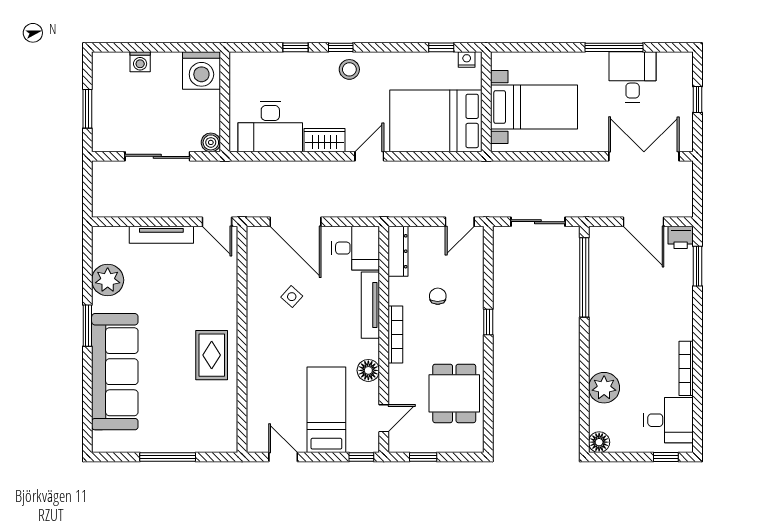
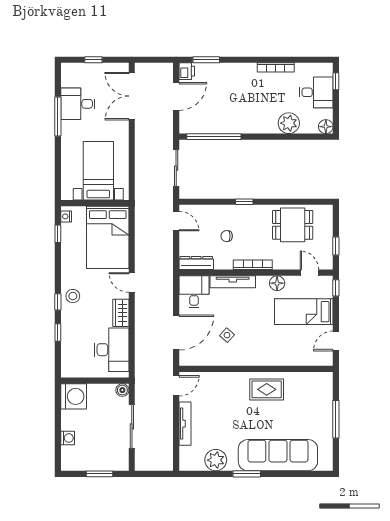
desk: (669, 420) -> (316, 92), moved, turned 90

